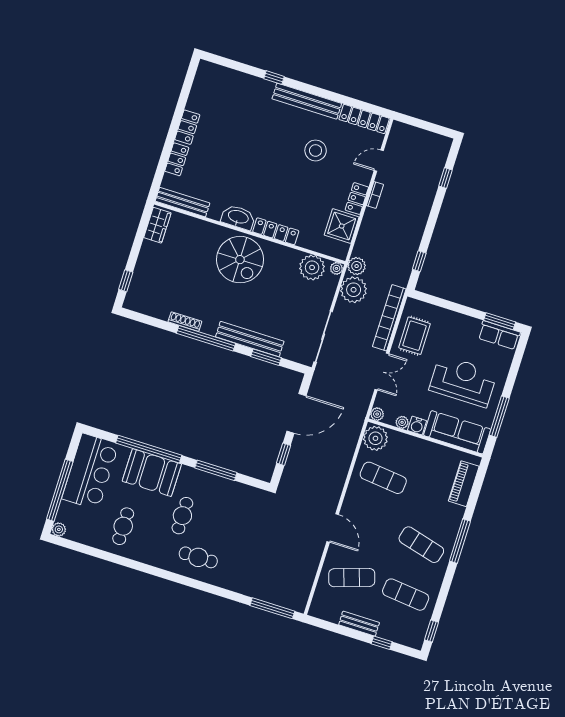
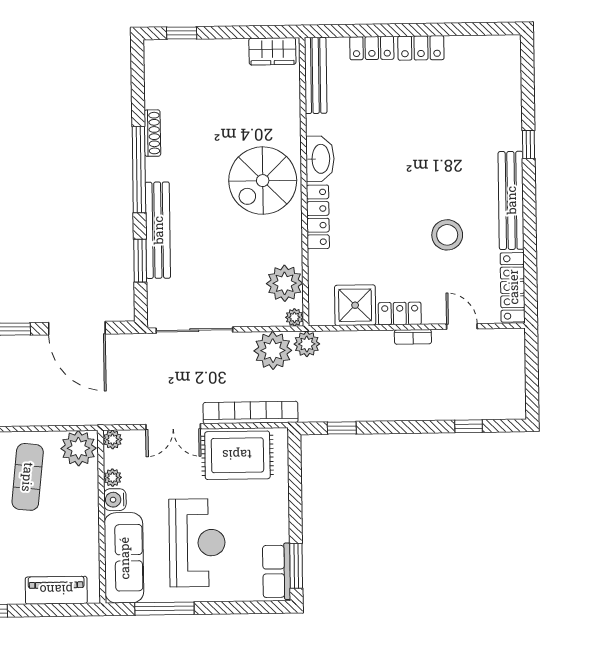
rug: (414, 336) -> (237, 455), width x1.36, depth x1.43

